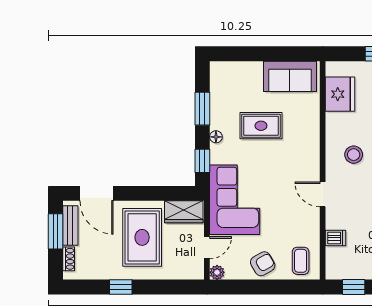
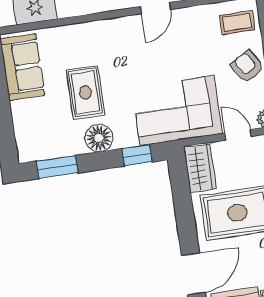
window: (202, 109) -> (57, 167), moved
floor lamp: (216, 137) -> (99, 138), width x1.89, depth x1.89

